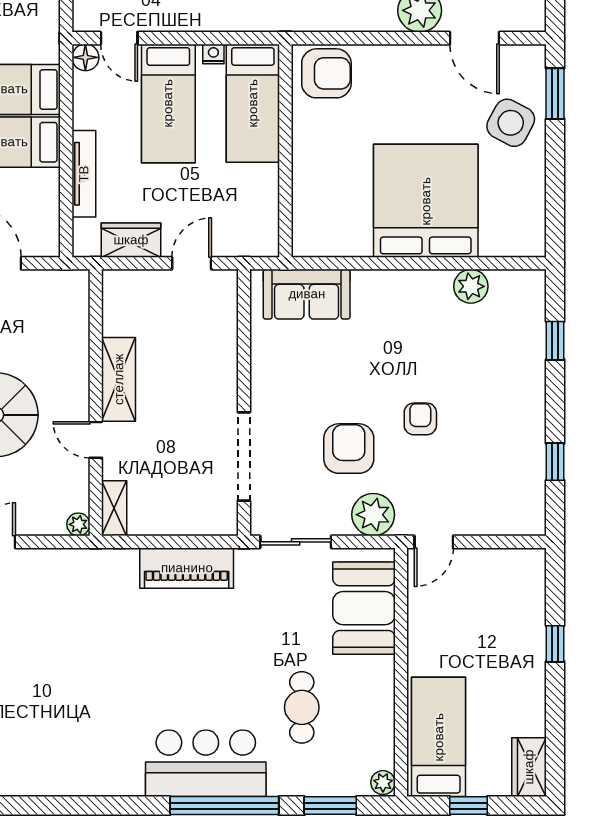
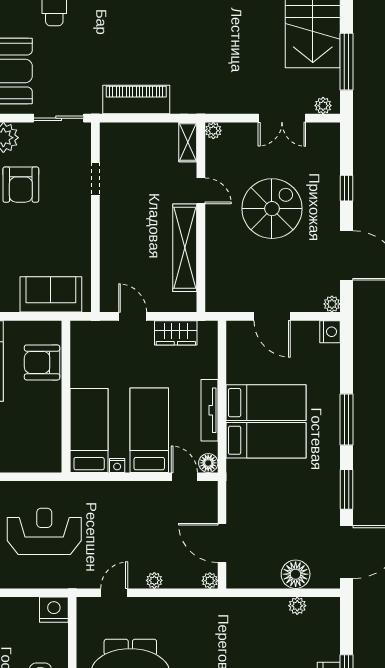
armchair: (326, 73) -> (42, 362), moved
tv unit: (84, 174) -> (209, 410), moved
door: (192, 263) -> (133, 316), swing flipped
shelving: (119, 379) -> (185, 248), width x1.47
doorway: (244, 456) -> (95, 179), width x0.53

